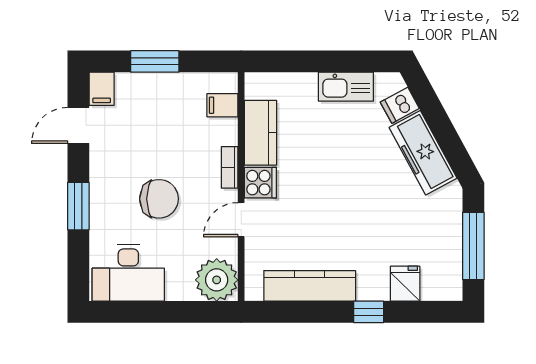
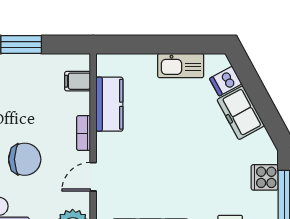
freezer: (423, 153) -> (241, 113), width x0.71
cooker: (260, 183) -> (265, 177), moved, turned 180

